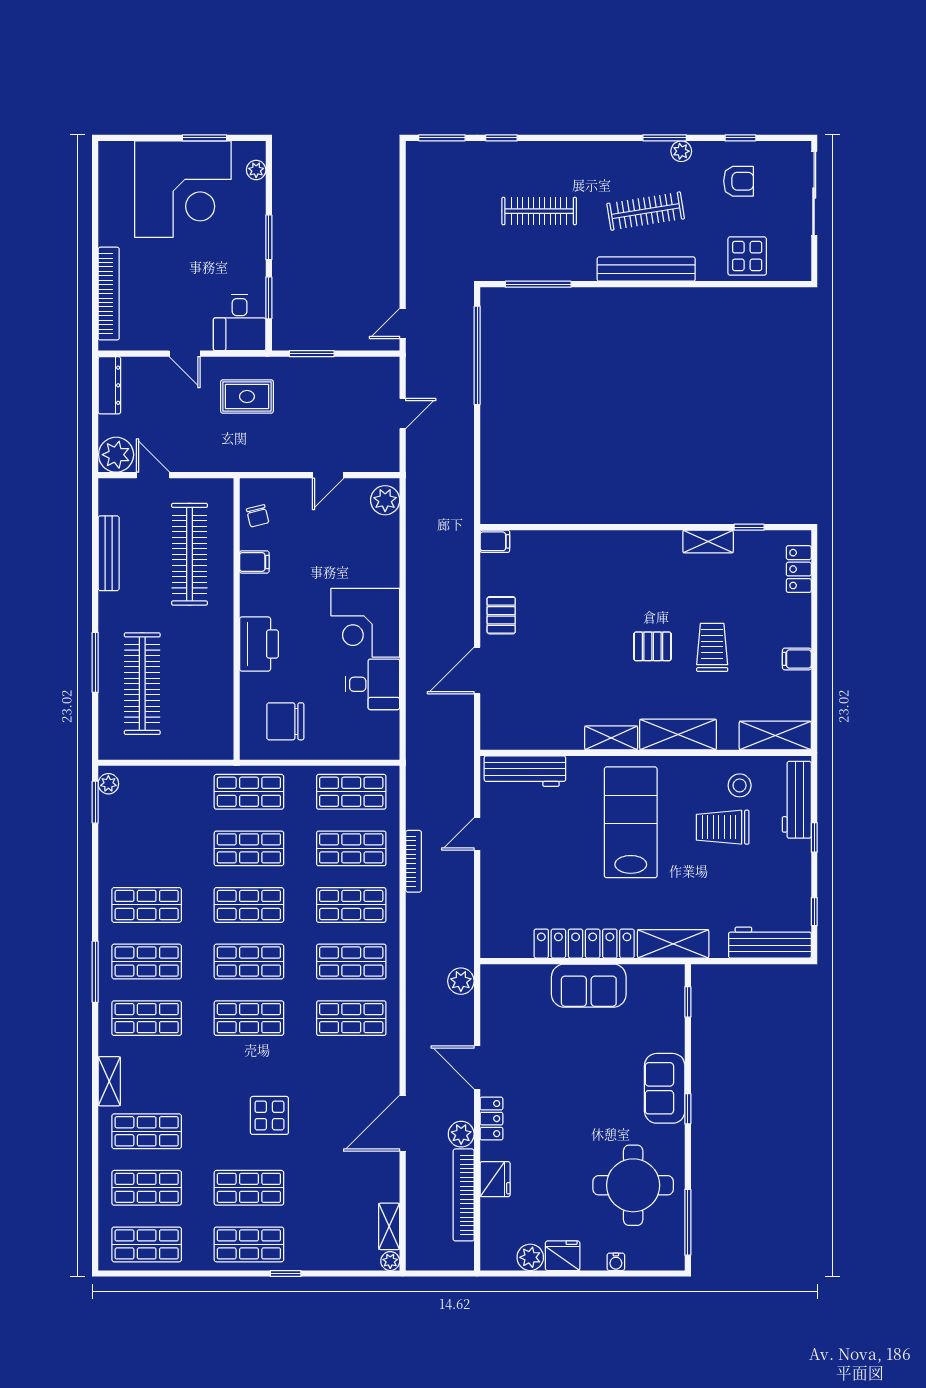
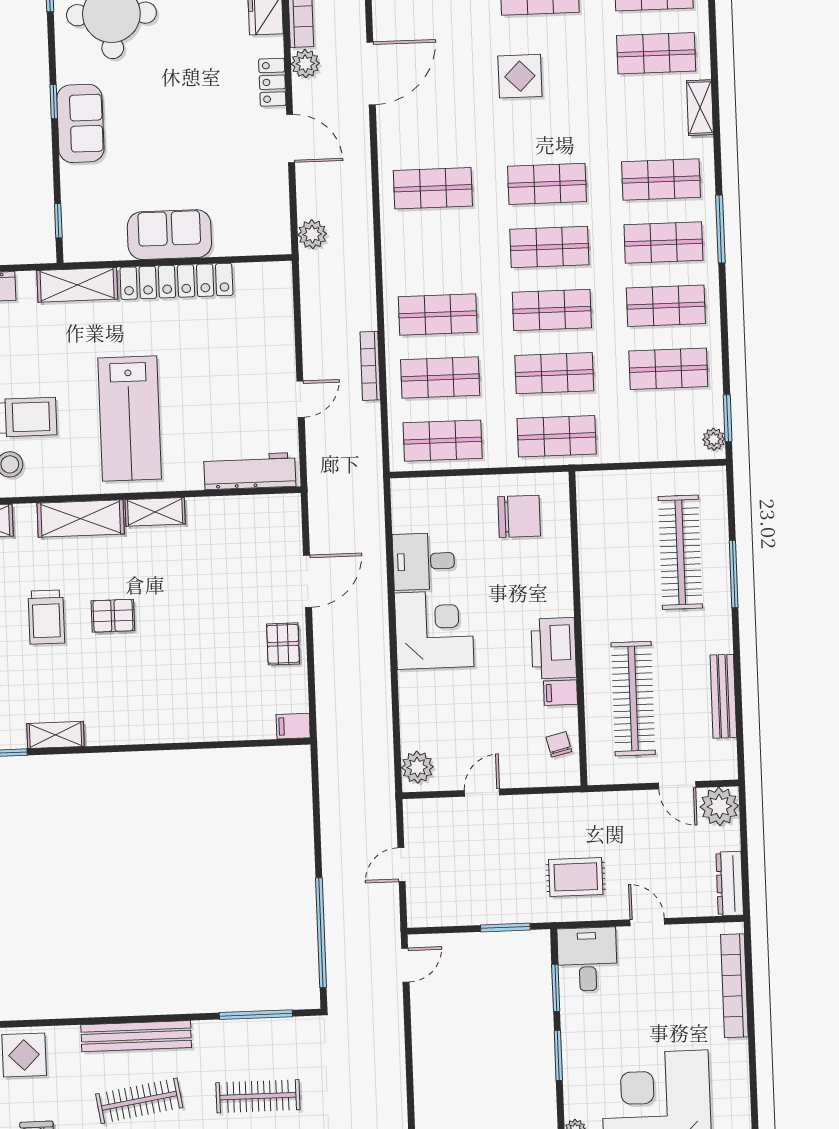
printer: (259, 644) -> (554, 648), moved
shop shelf: (351, 962) -> (668, 369), moved

